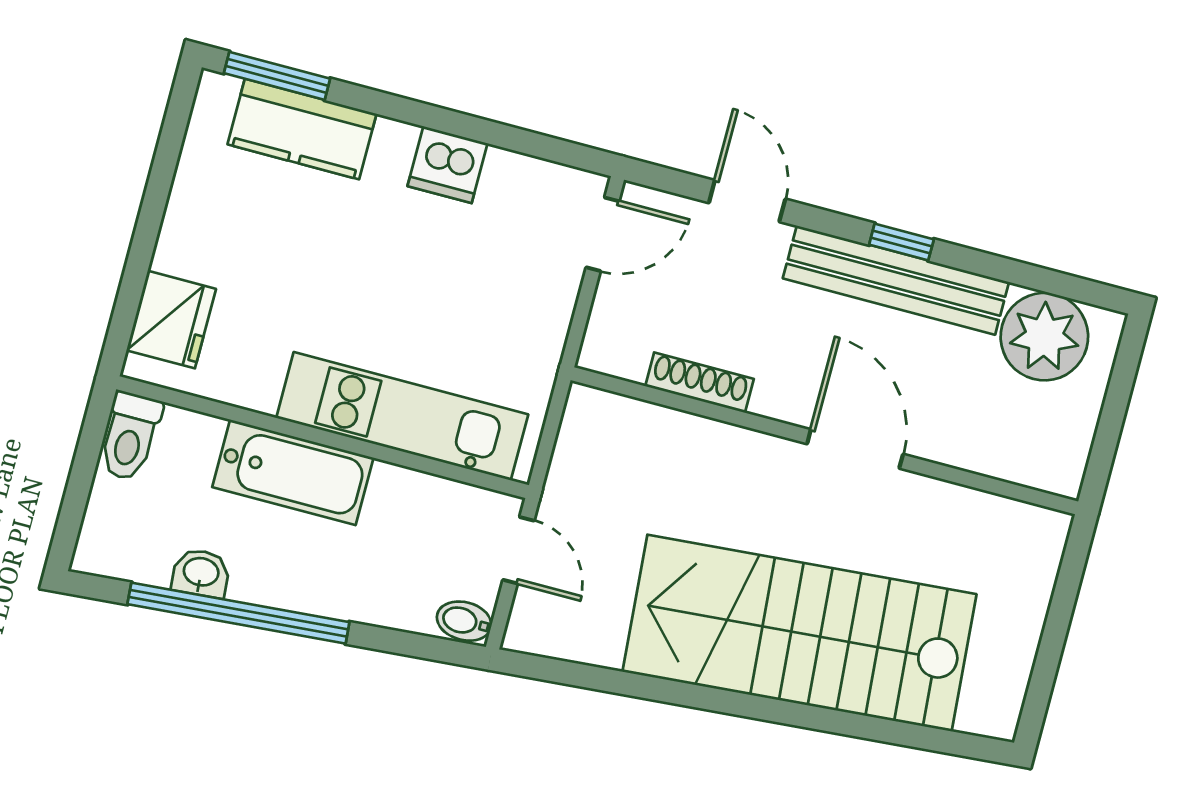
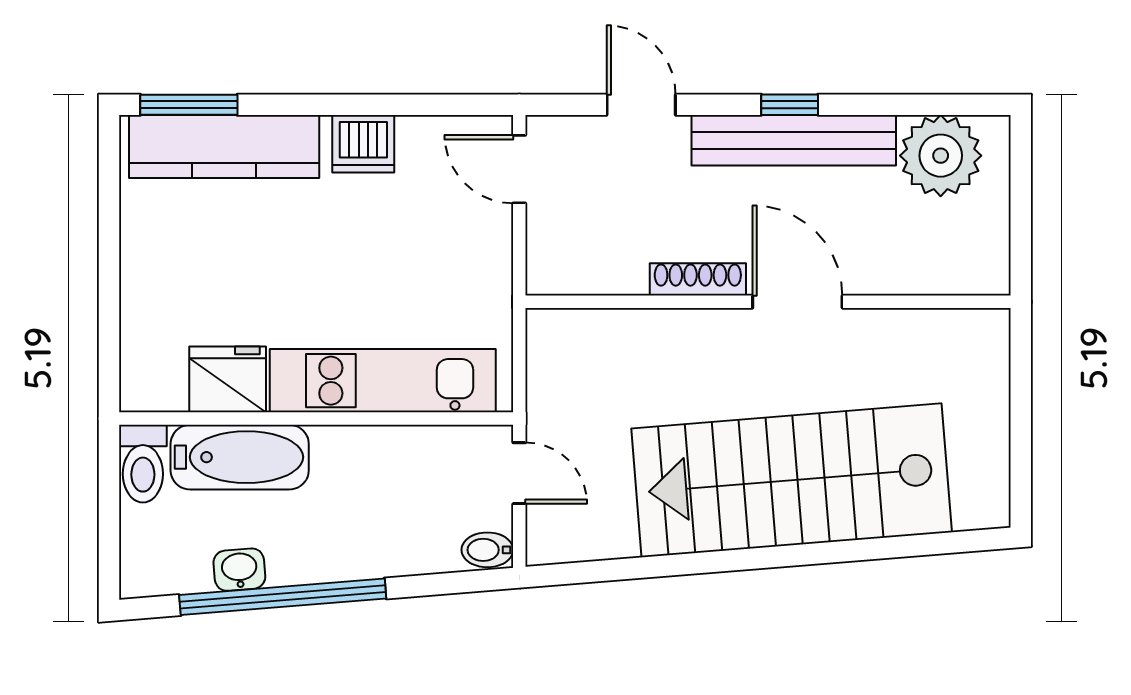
kitchen counter: (302, 129) -> (224, 147), width x1.50
door: (603, 234) -> (519, 169), swing flipped
fridge: (171, 320) -> (228, 379), moved, turned -90
shoe rack: (699, 383) -> (698, 279), moved
bathtub: (293, 472) -> (240, 457), moved

